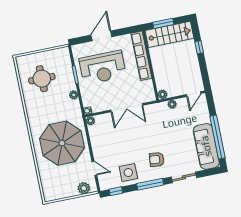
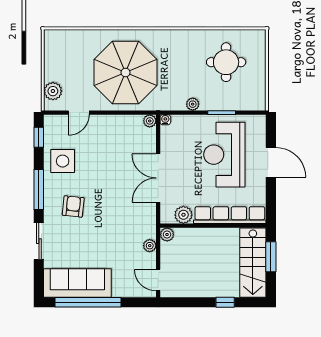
plant: (147, 86) -> (183, 215), added

